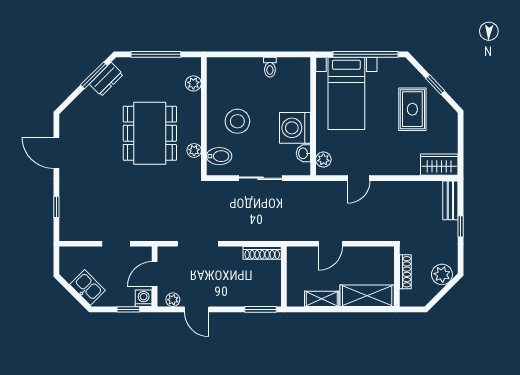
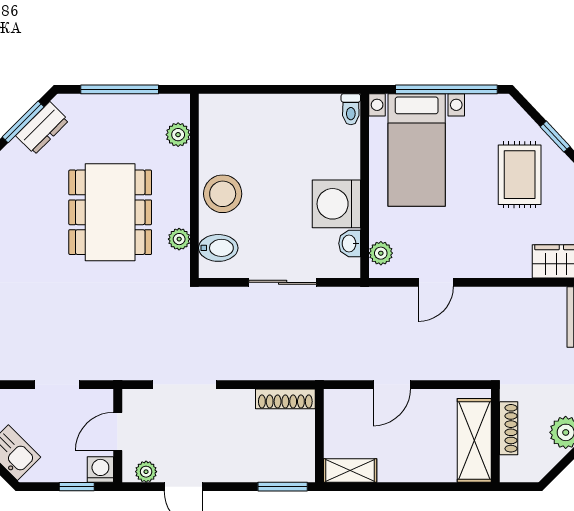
toilet: (270, 67) -> (351, 109), moved
stool: (237, 121) -> (223, 194), moved
shelving: (367, 296) -> (474, 440), moved, turned 90
shelving: (322, 299) -> (350, 471), moved

